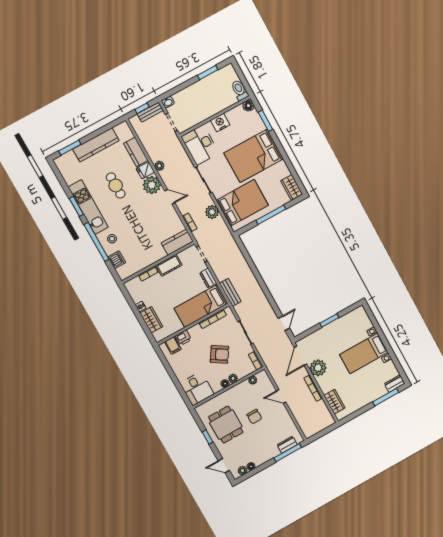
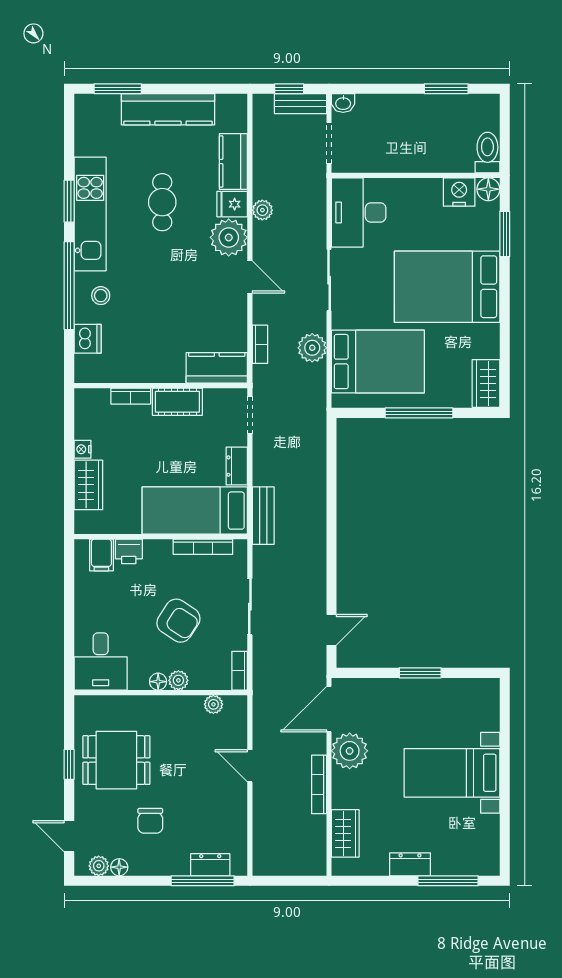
nightstand: (220, 123) -> (459, 192), moved
dresser: (395, 384) -> (410, 864), moved
chair: (254, 417) -> (150, 821), moved
dining table: (226, 425) -> (116, 760), turned 90

